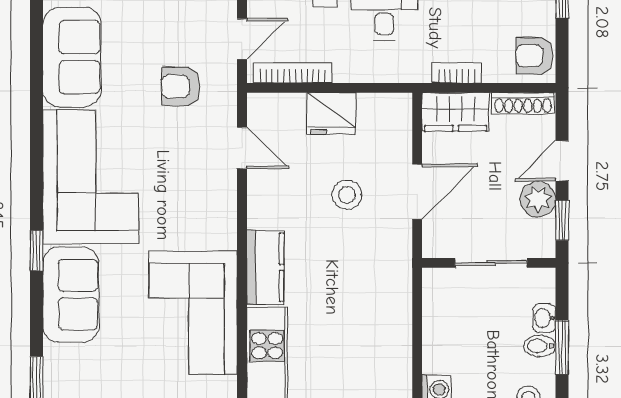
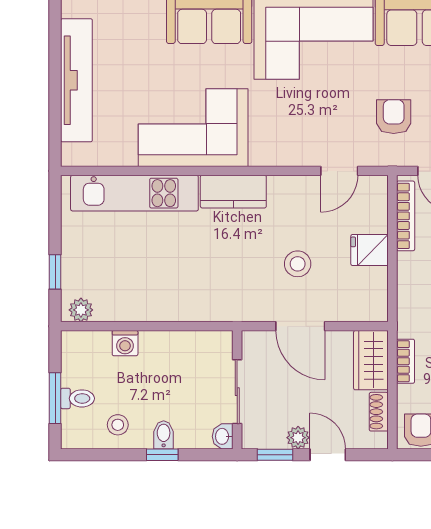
shoe rack: (523, 103) -> (379, 412), width x0.70
fridge: (331, 114) -> (370, 250), width x0.72
plant: (538, 199) -> (298, 438), width x0.73, depth x0.73
washbasin: (544, 318) -> (223, 436), moved, turned -90
window: (562, 347) -> (162, 455), width x0.67

